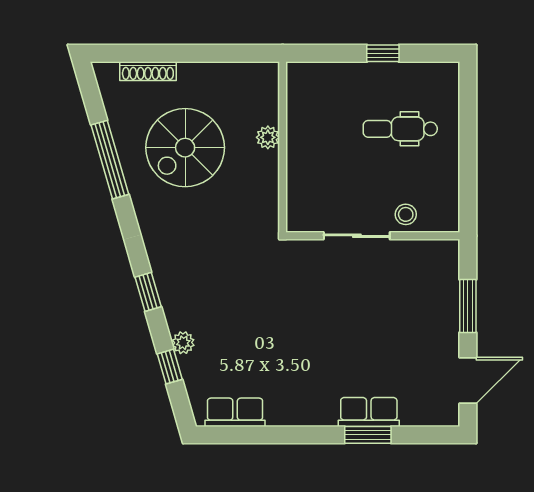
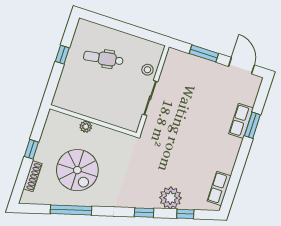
window: (196, 53) -> (31, 149), added
dental chair: (400, 129) -> (103, 58), turned 81
plant: (183, 343) -> (170, 198), width x1.87, depth x1.87

